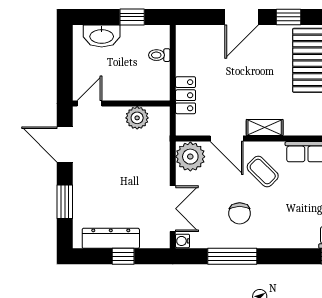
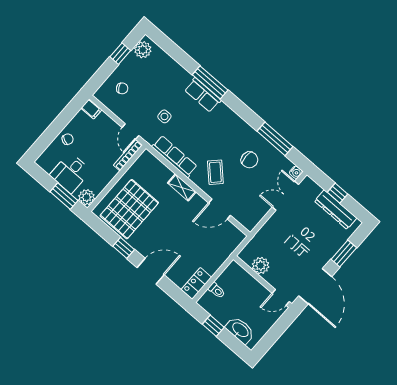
locker: (186, 95) -> (196, 283), moved
shelving: (265, 127) -> (182, 187), moved
door: (227, 139) -> (220, 209), swing flipped
door: (65, 144) -> (315, 286), width x1.36
plant: (190, 157) -> (249, 217), removed
chair: (240, 213) -> (249, 160), turned 90

